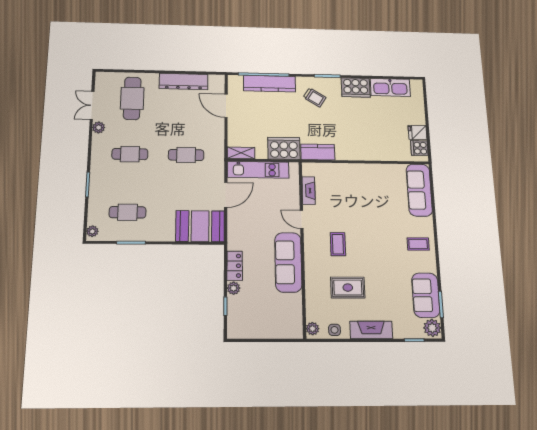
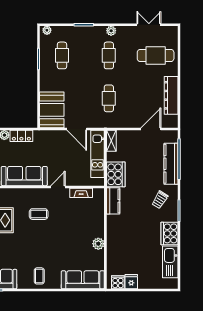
plant: (99, 127) -> (111, 31), moved
plant: (373, 171) -> (98, 244), added

